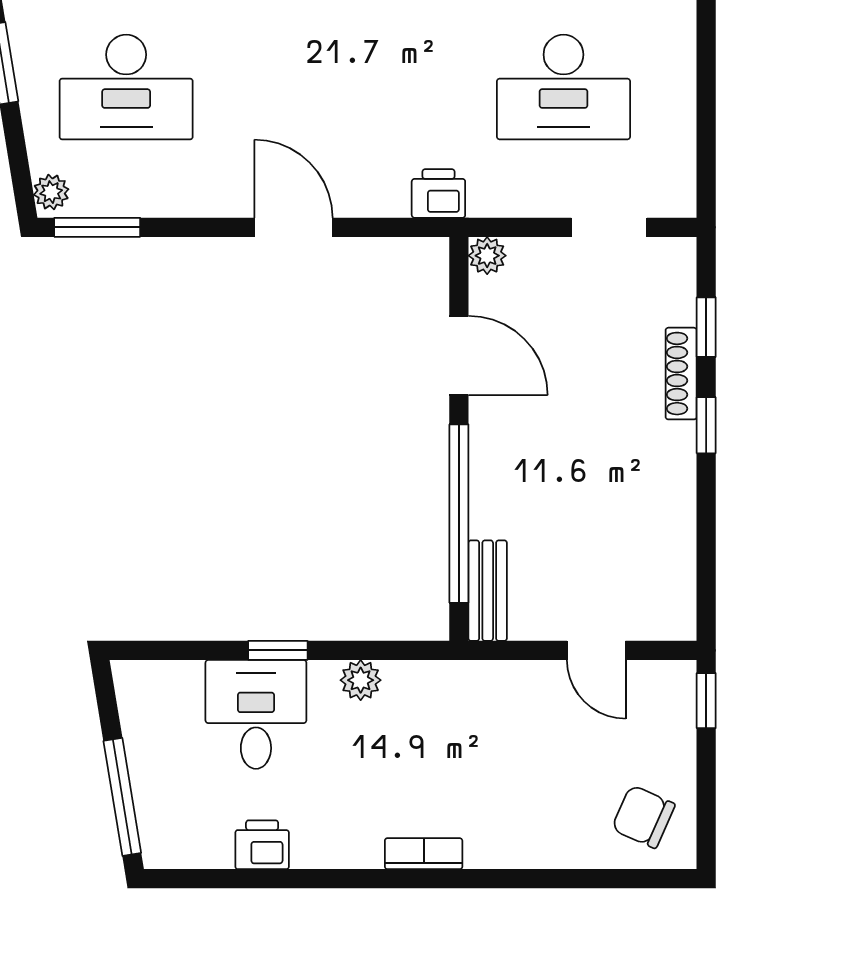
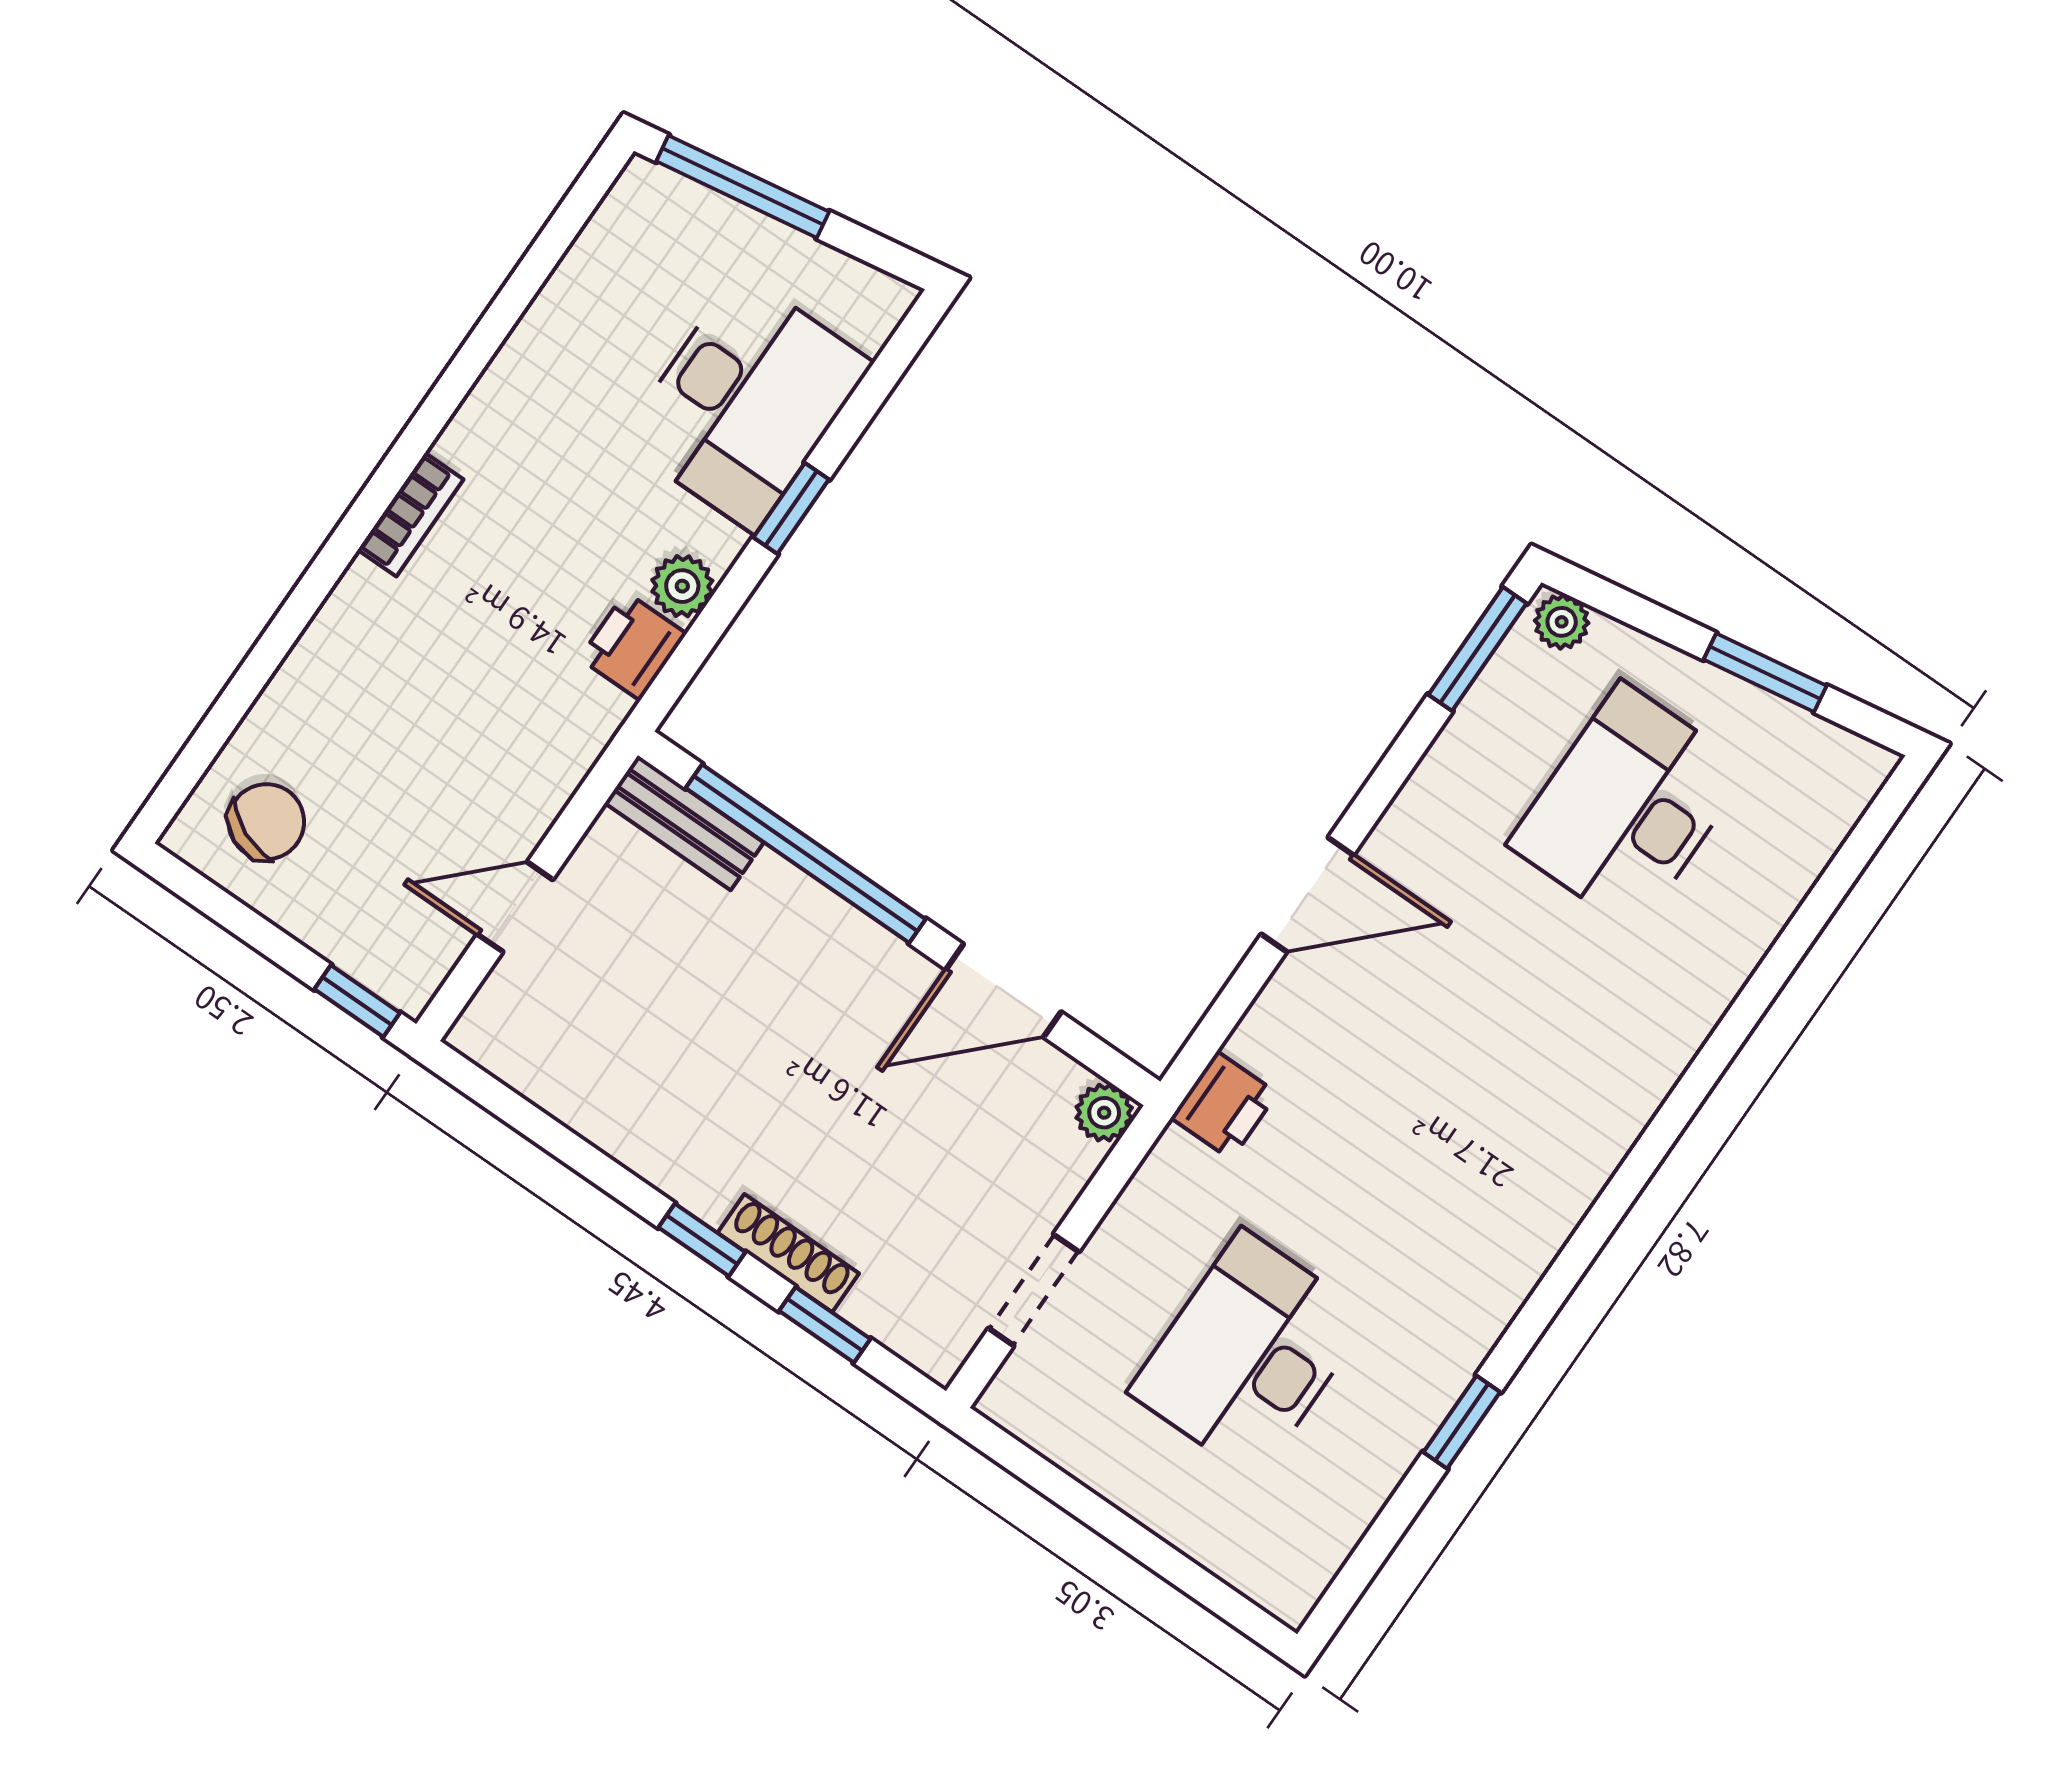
desk: (256, 714) -> (746, 402), width x1.37
printer: (262, 845) -> (633, 646), moved, turned 180

